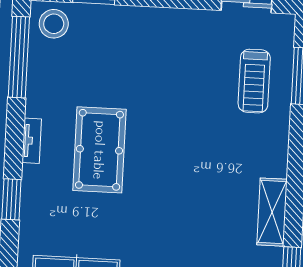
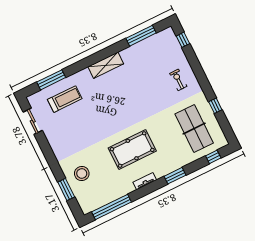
stool: (54, 24) -> (82, 174), moved
shelving: (272, 212) -> (106, 65), moved

